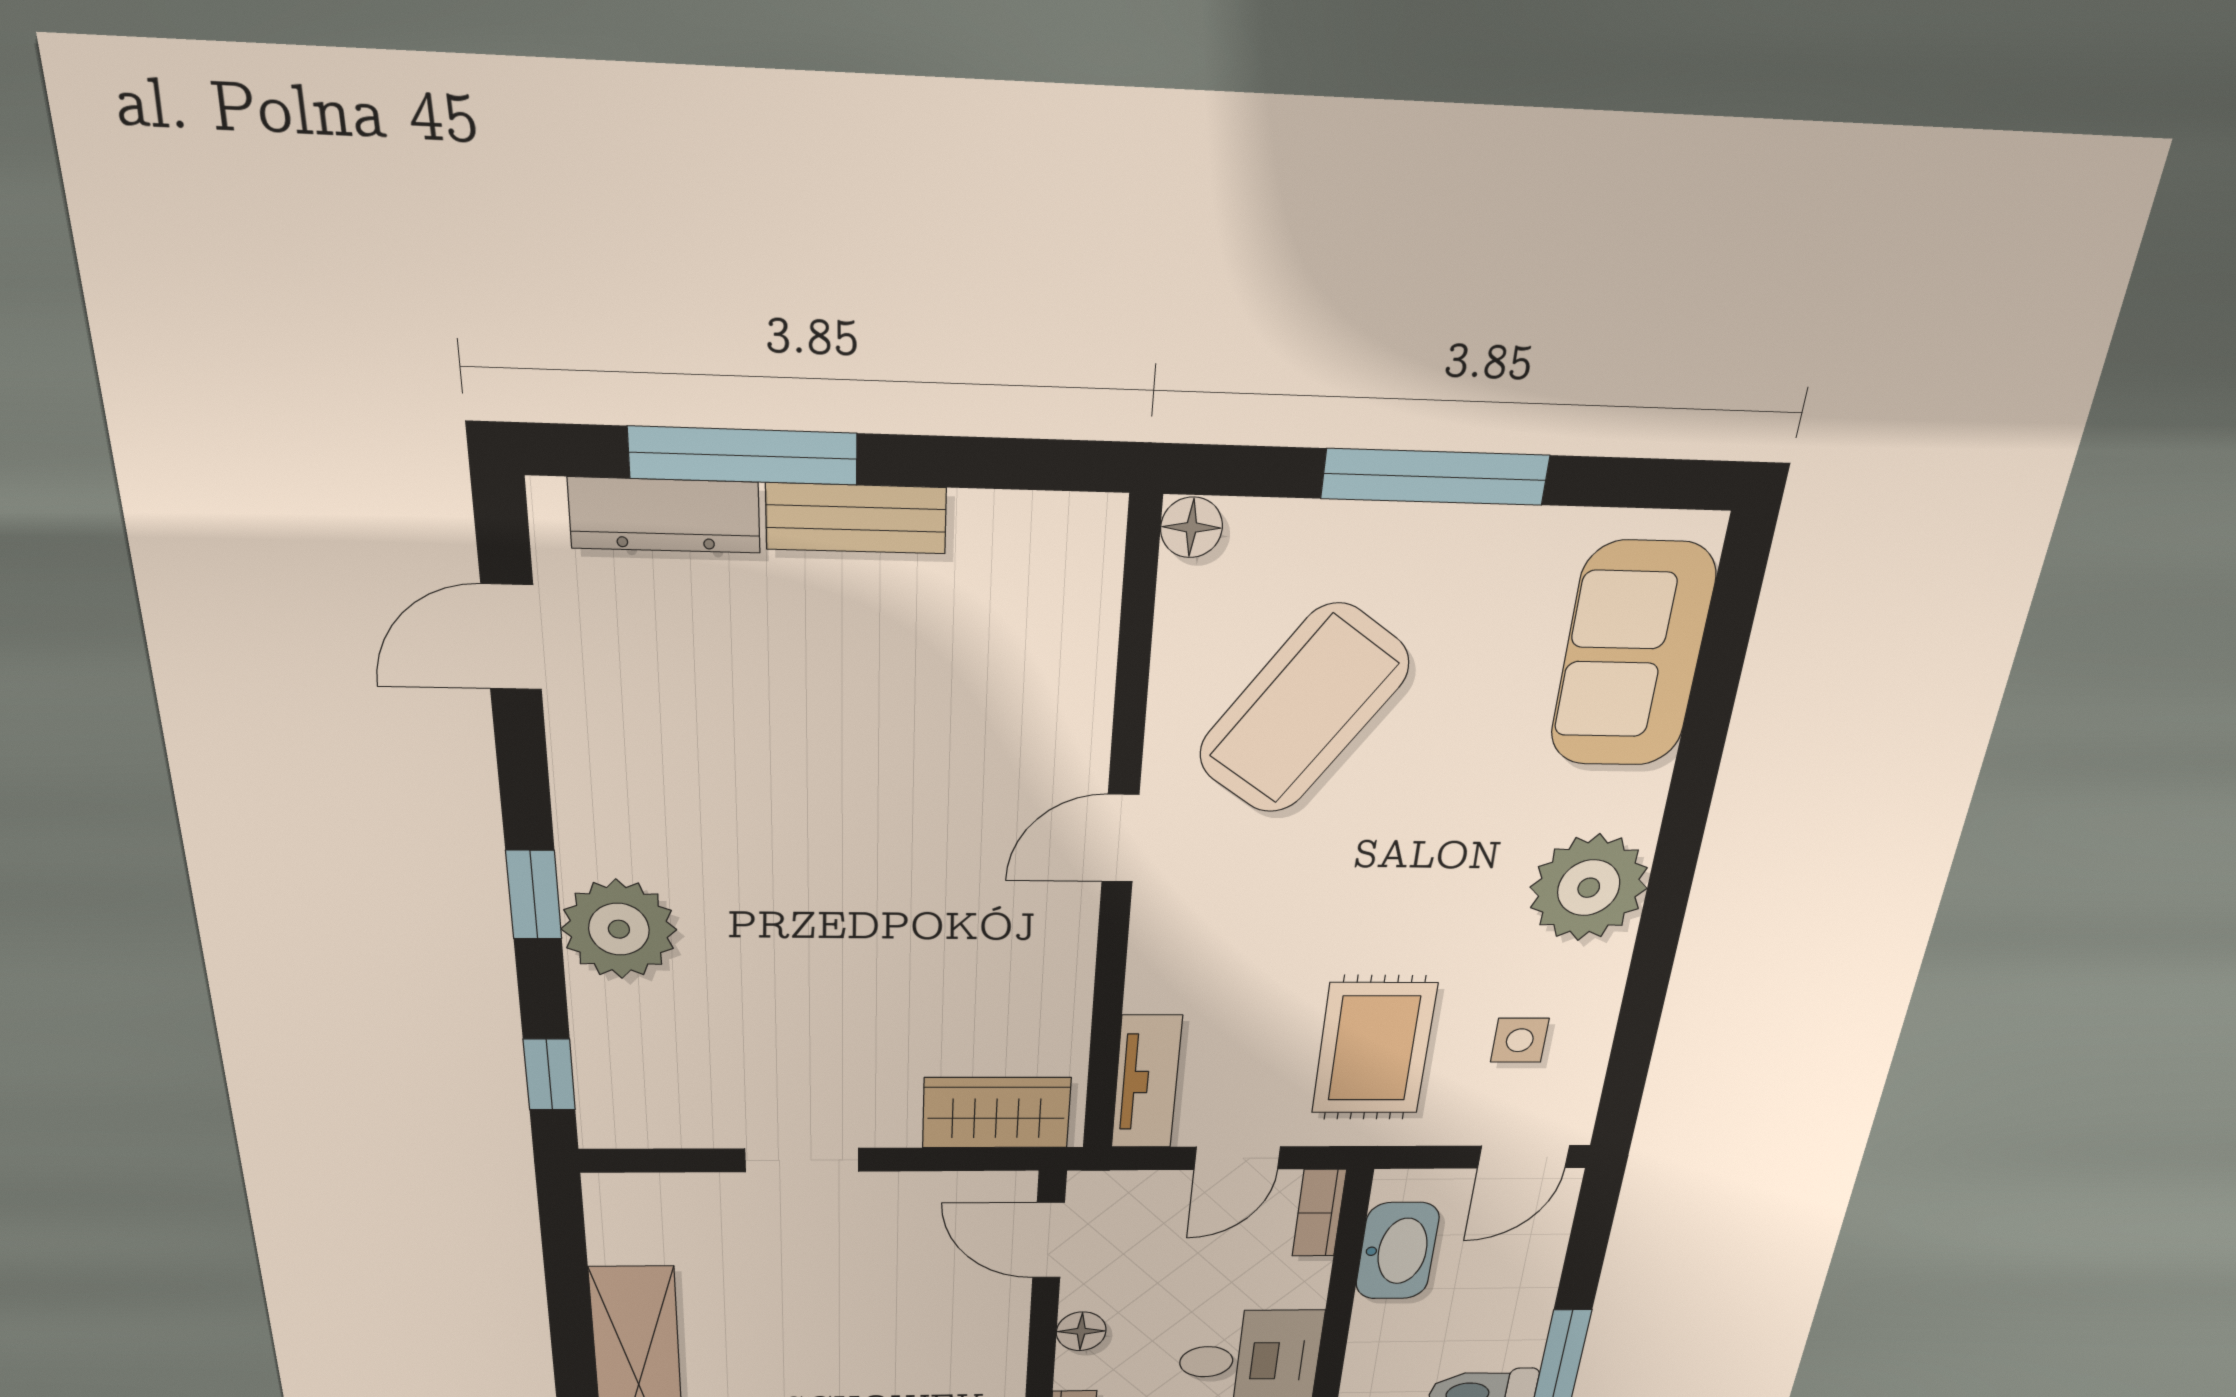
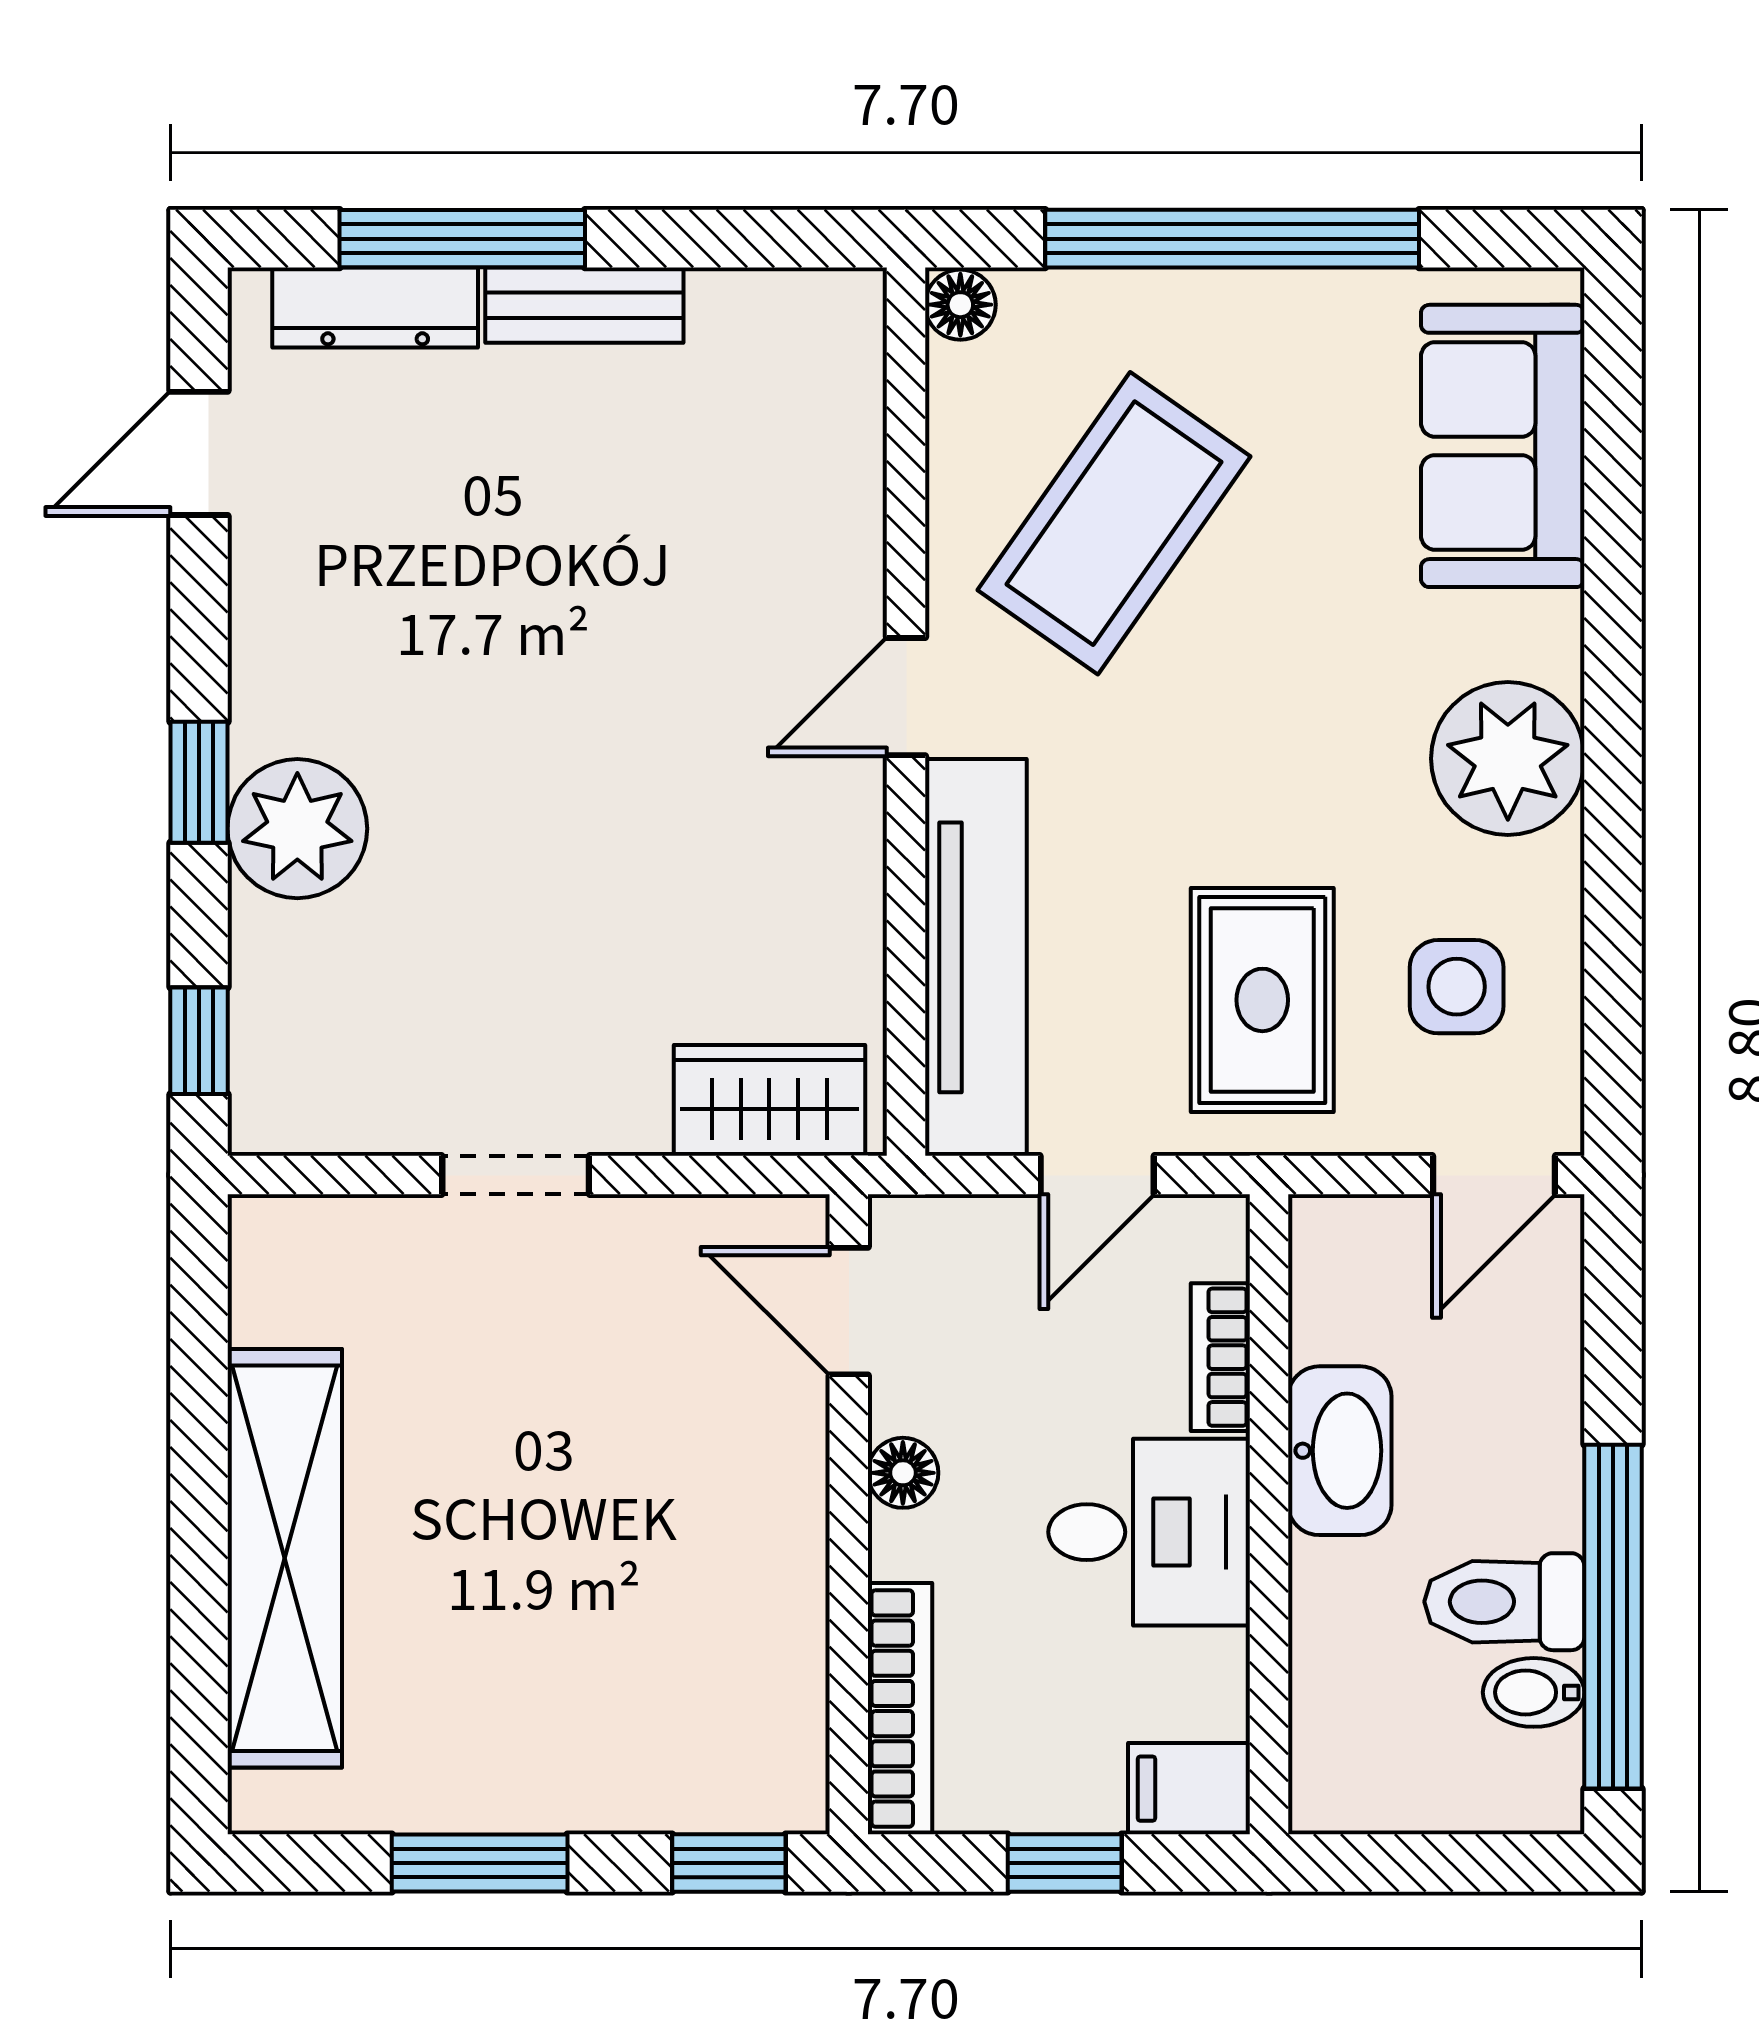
window: (1435, 477) -> (1232, 239), width x1.46
side table: (1520, 1040) -> (1457, 987), width x1.37, depth x1.37
tv unit: (1146, 1082) -> (976, 957), width x1.92, depth x1.29
bookcase: (1319, 1213) -> (1220, 1357), moved
washbasin: (1397, 1251) -> (1340, 1451), moved

